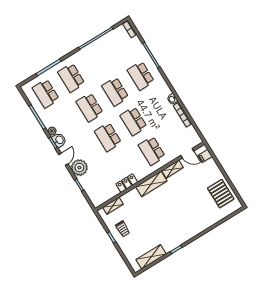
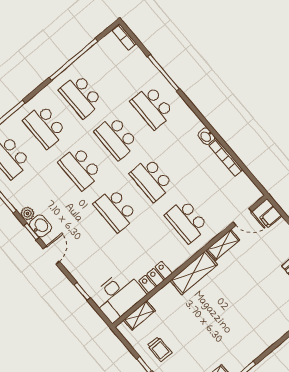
school desk: (97, 62) -> (81, 96), added
plant: (79, 168) -> (78, 264), removed
desk: (102, 191) -> (118, 296), added

